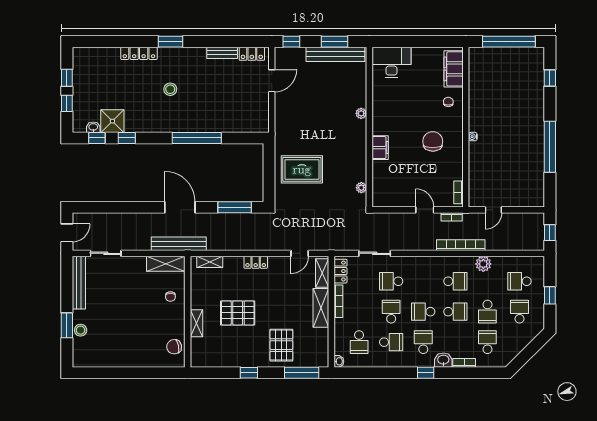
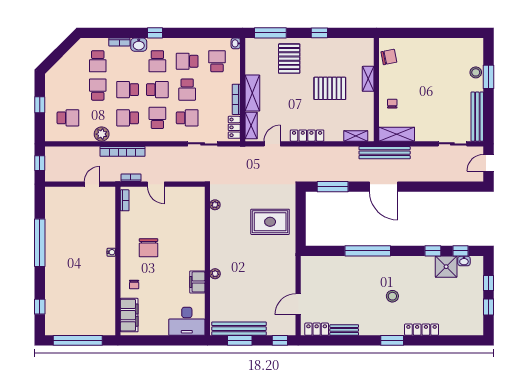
filing cabinet: (380, 148) -> (197, 282), moved
locker: (256, 262) -> (307, 136), width x1.53
school desk: (520, 312) -> (157, 118), moved, turned 180

